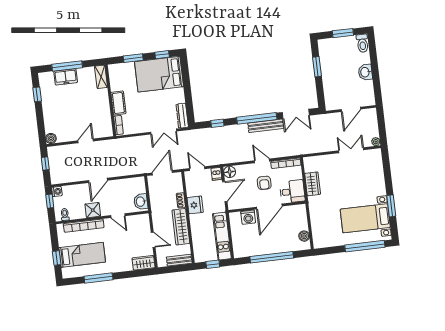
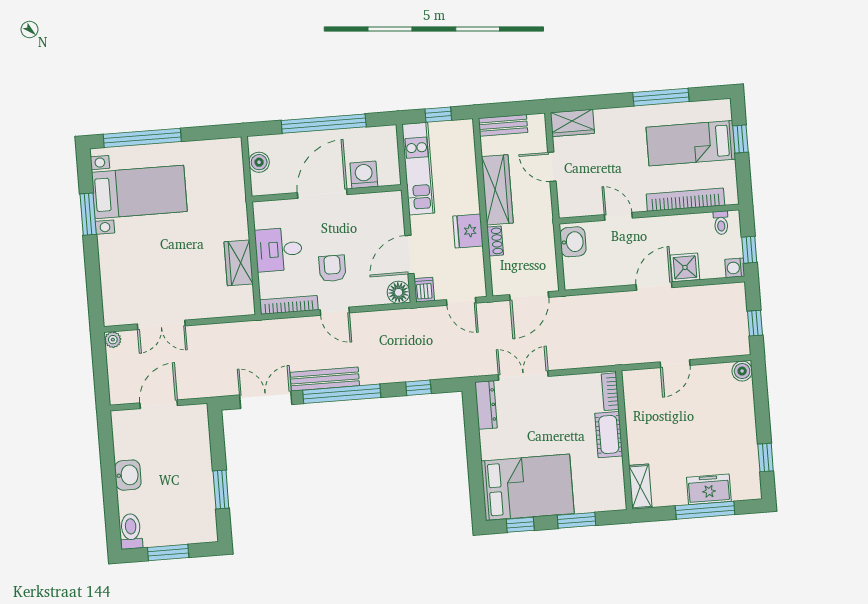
wall: (267, 207) -> (327, 193), moved
door: (269, 207) -> (322, 194), moved
shower: (93, 210) -> (685, 267), moved
washing machine: (248, 217) -> (364, 175), moved

